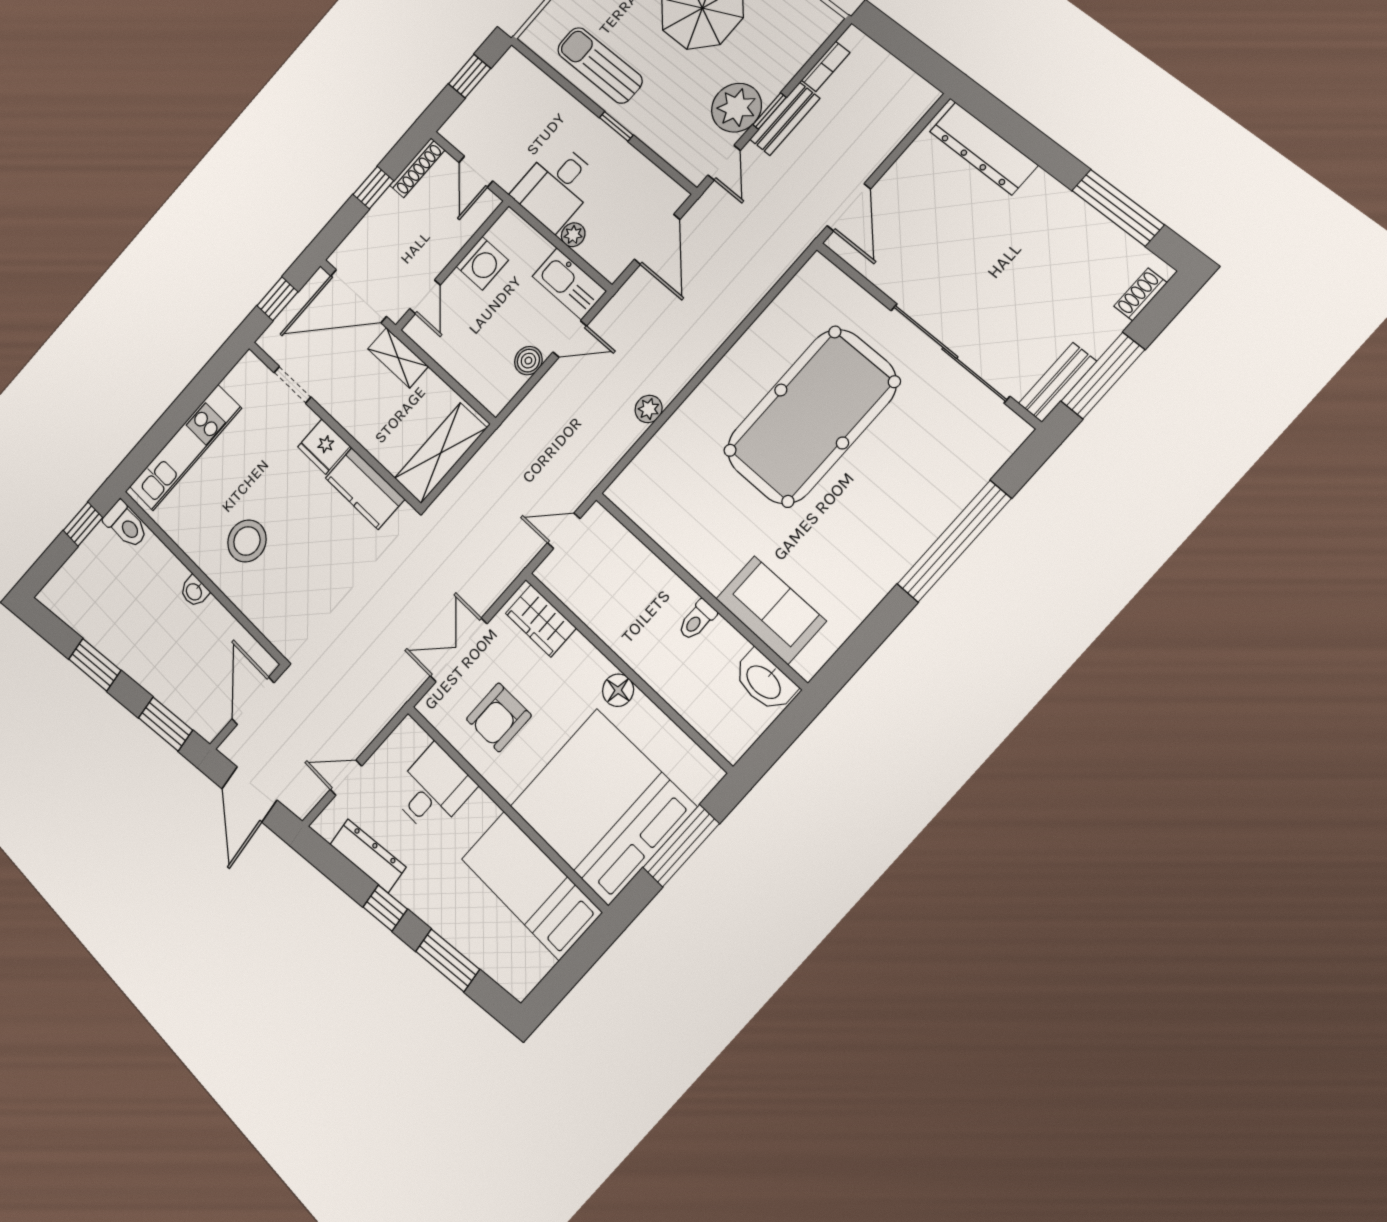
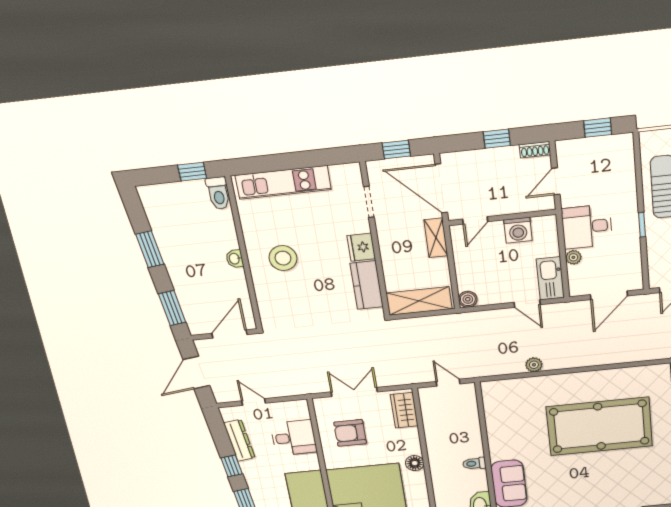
shoe rack: (417, 168) -> (535, 150), width x0.70
boiler: (528, 361) -> (468, 299), moved

